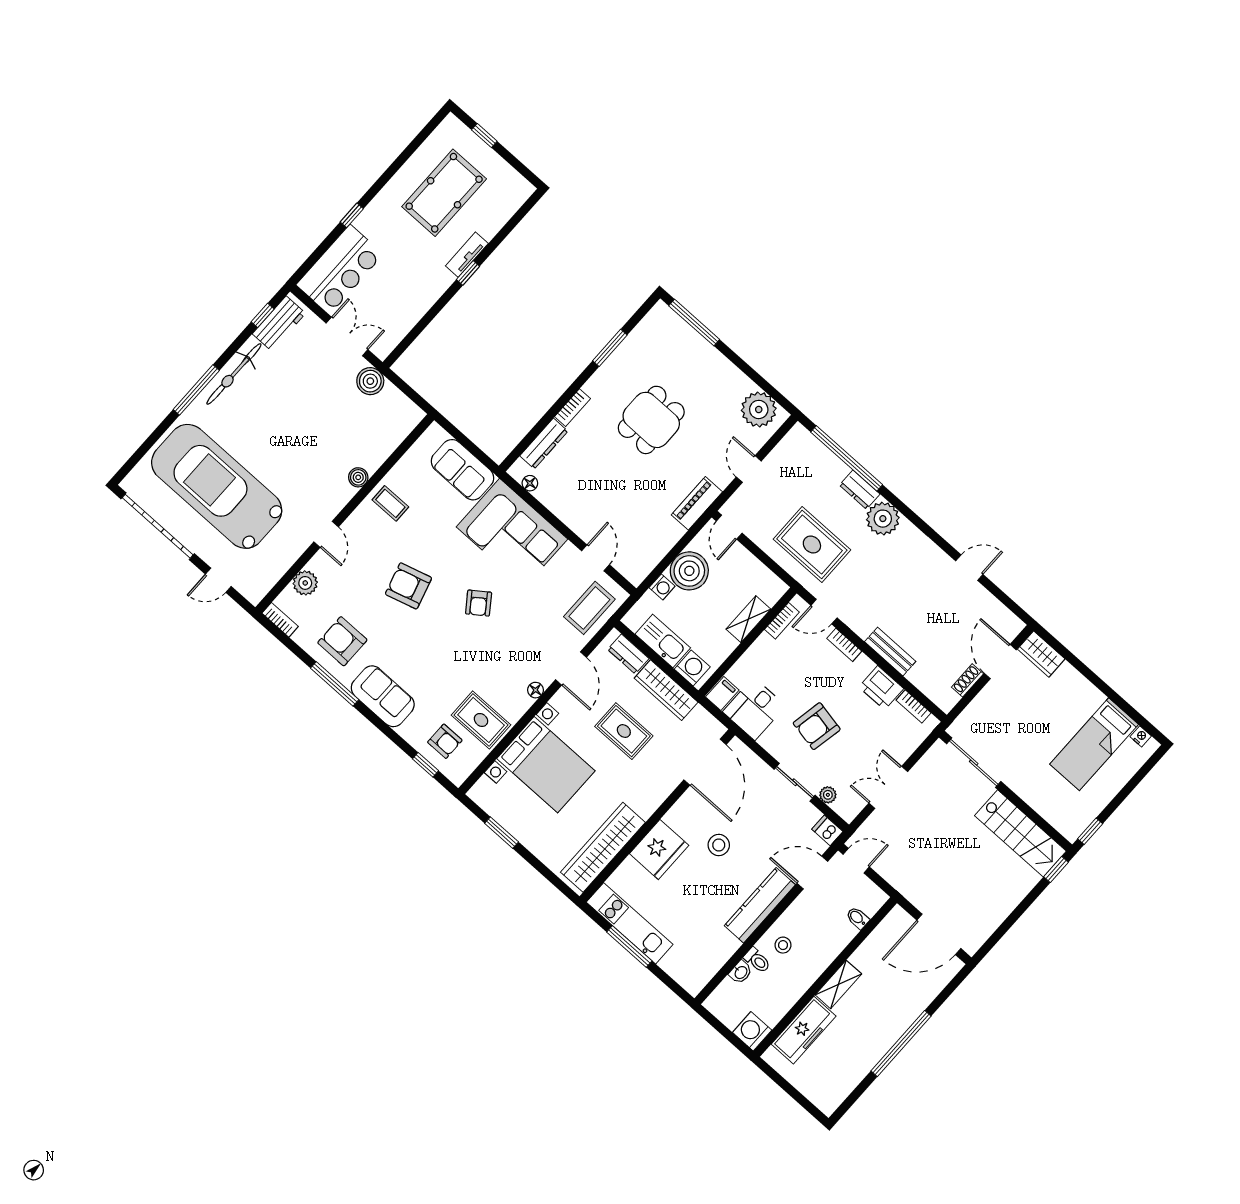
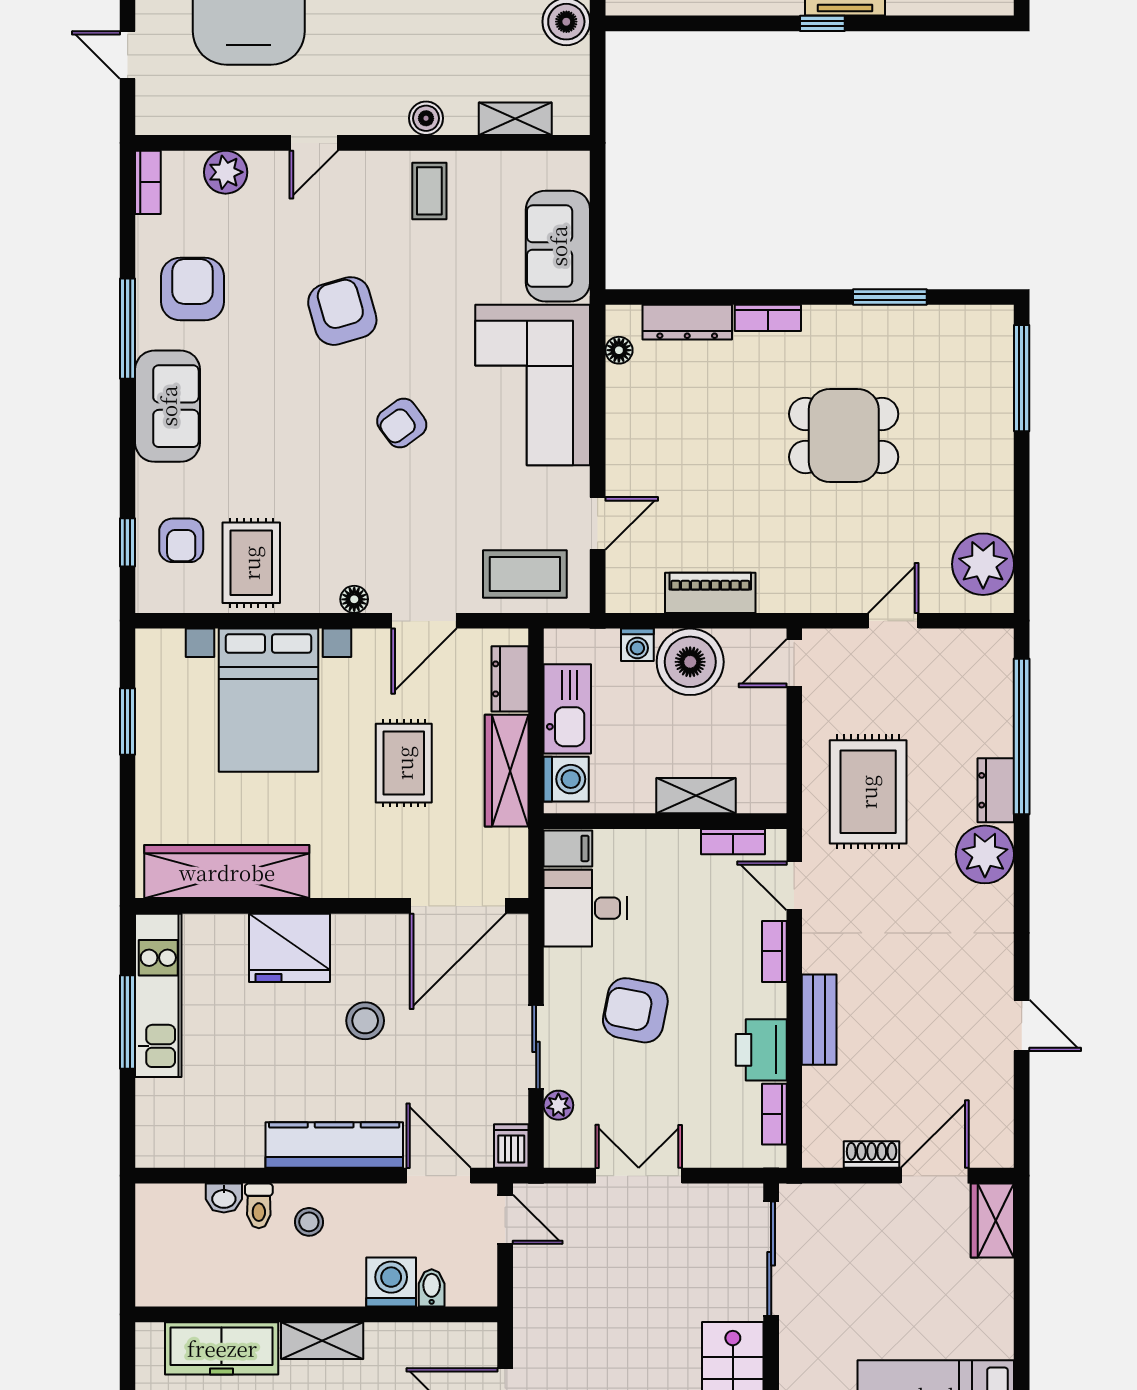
shelving: (392, 440) -> (515, 119), added
piano: (697, 503) -> (710, 593), moved
washing machine: (752, 1031) -> (391, 1282), moved

